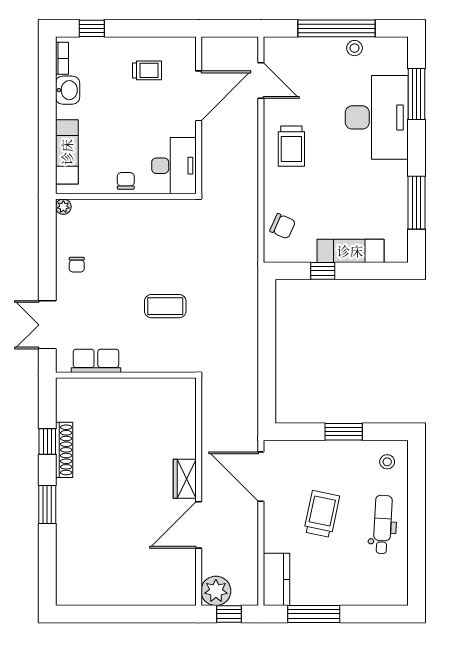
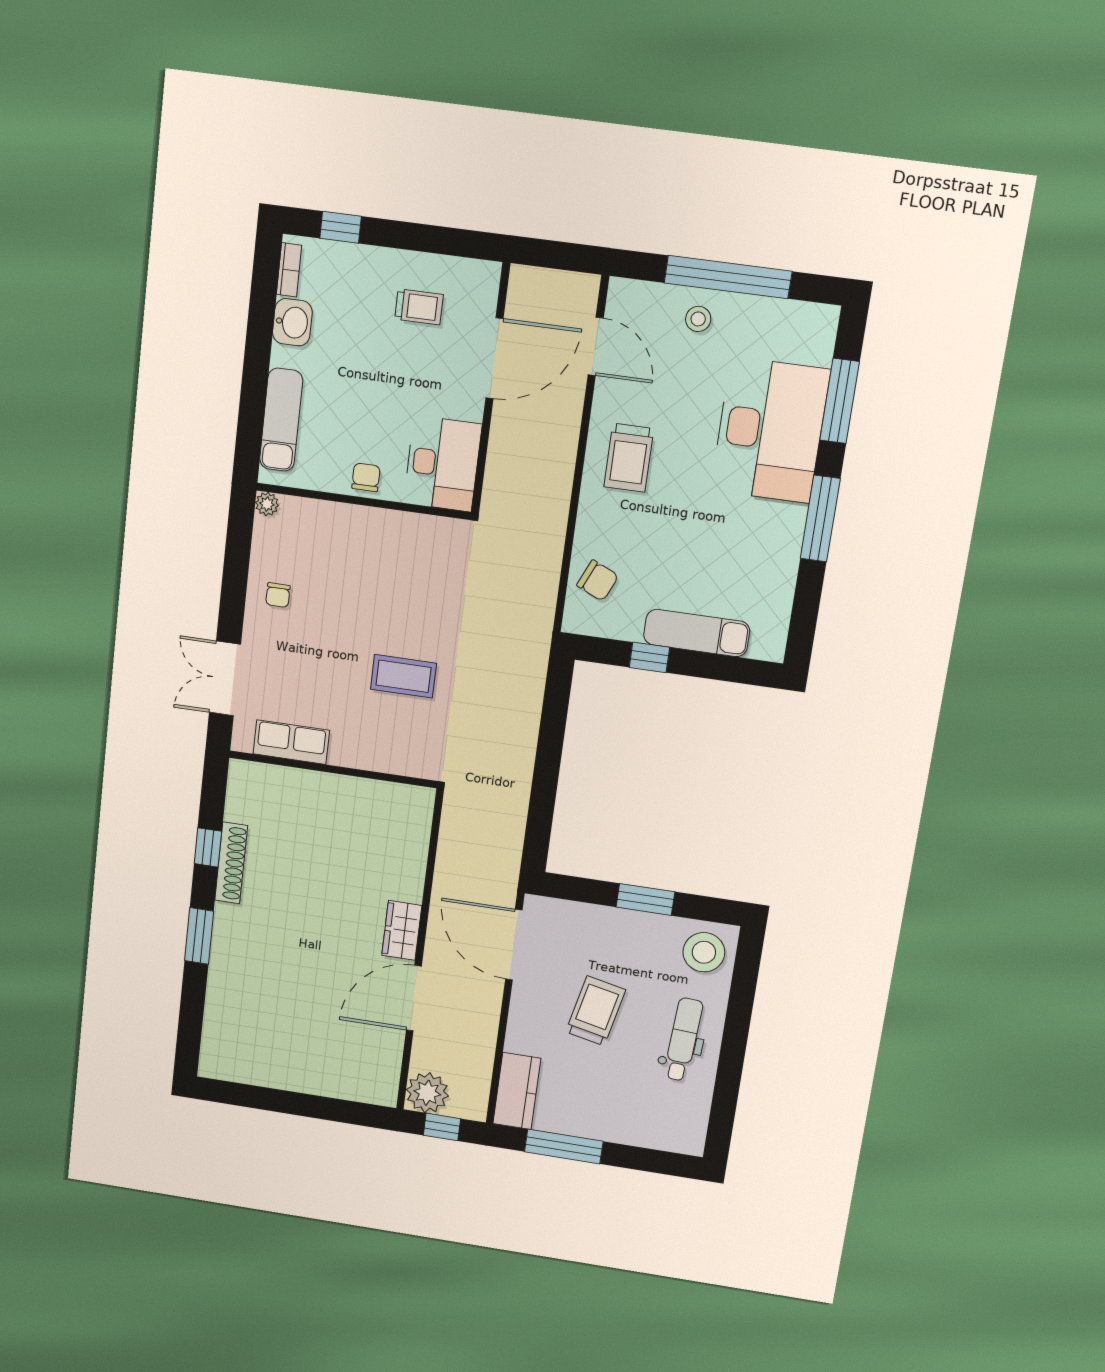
stool: (355, 48) -> (698, 319), moved
window: (417, 203) -> (820, 519), moved
stool: (387, 462) -> (704, 952), width x1.89, depth x1.89

